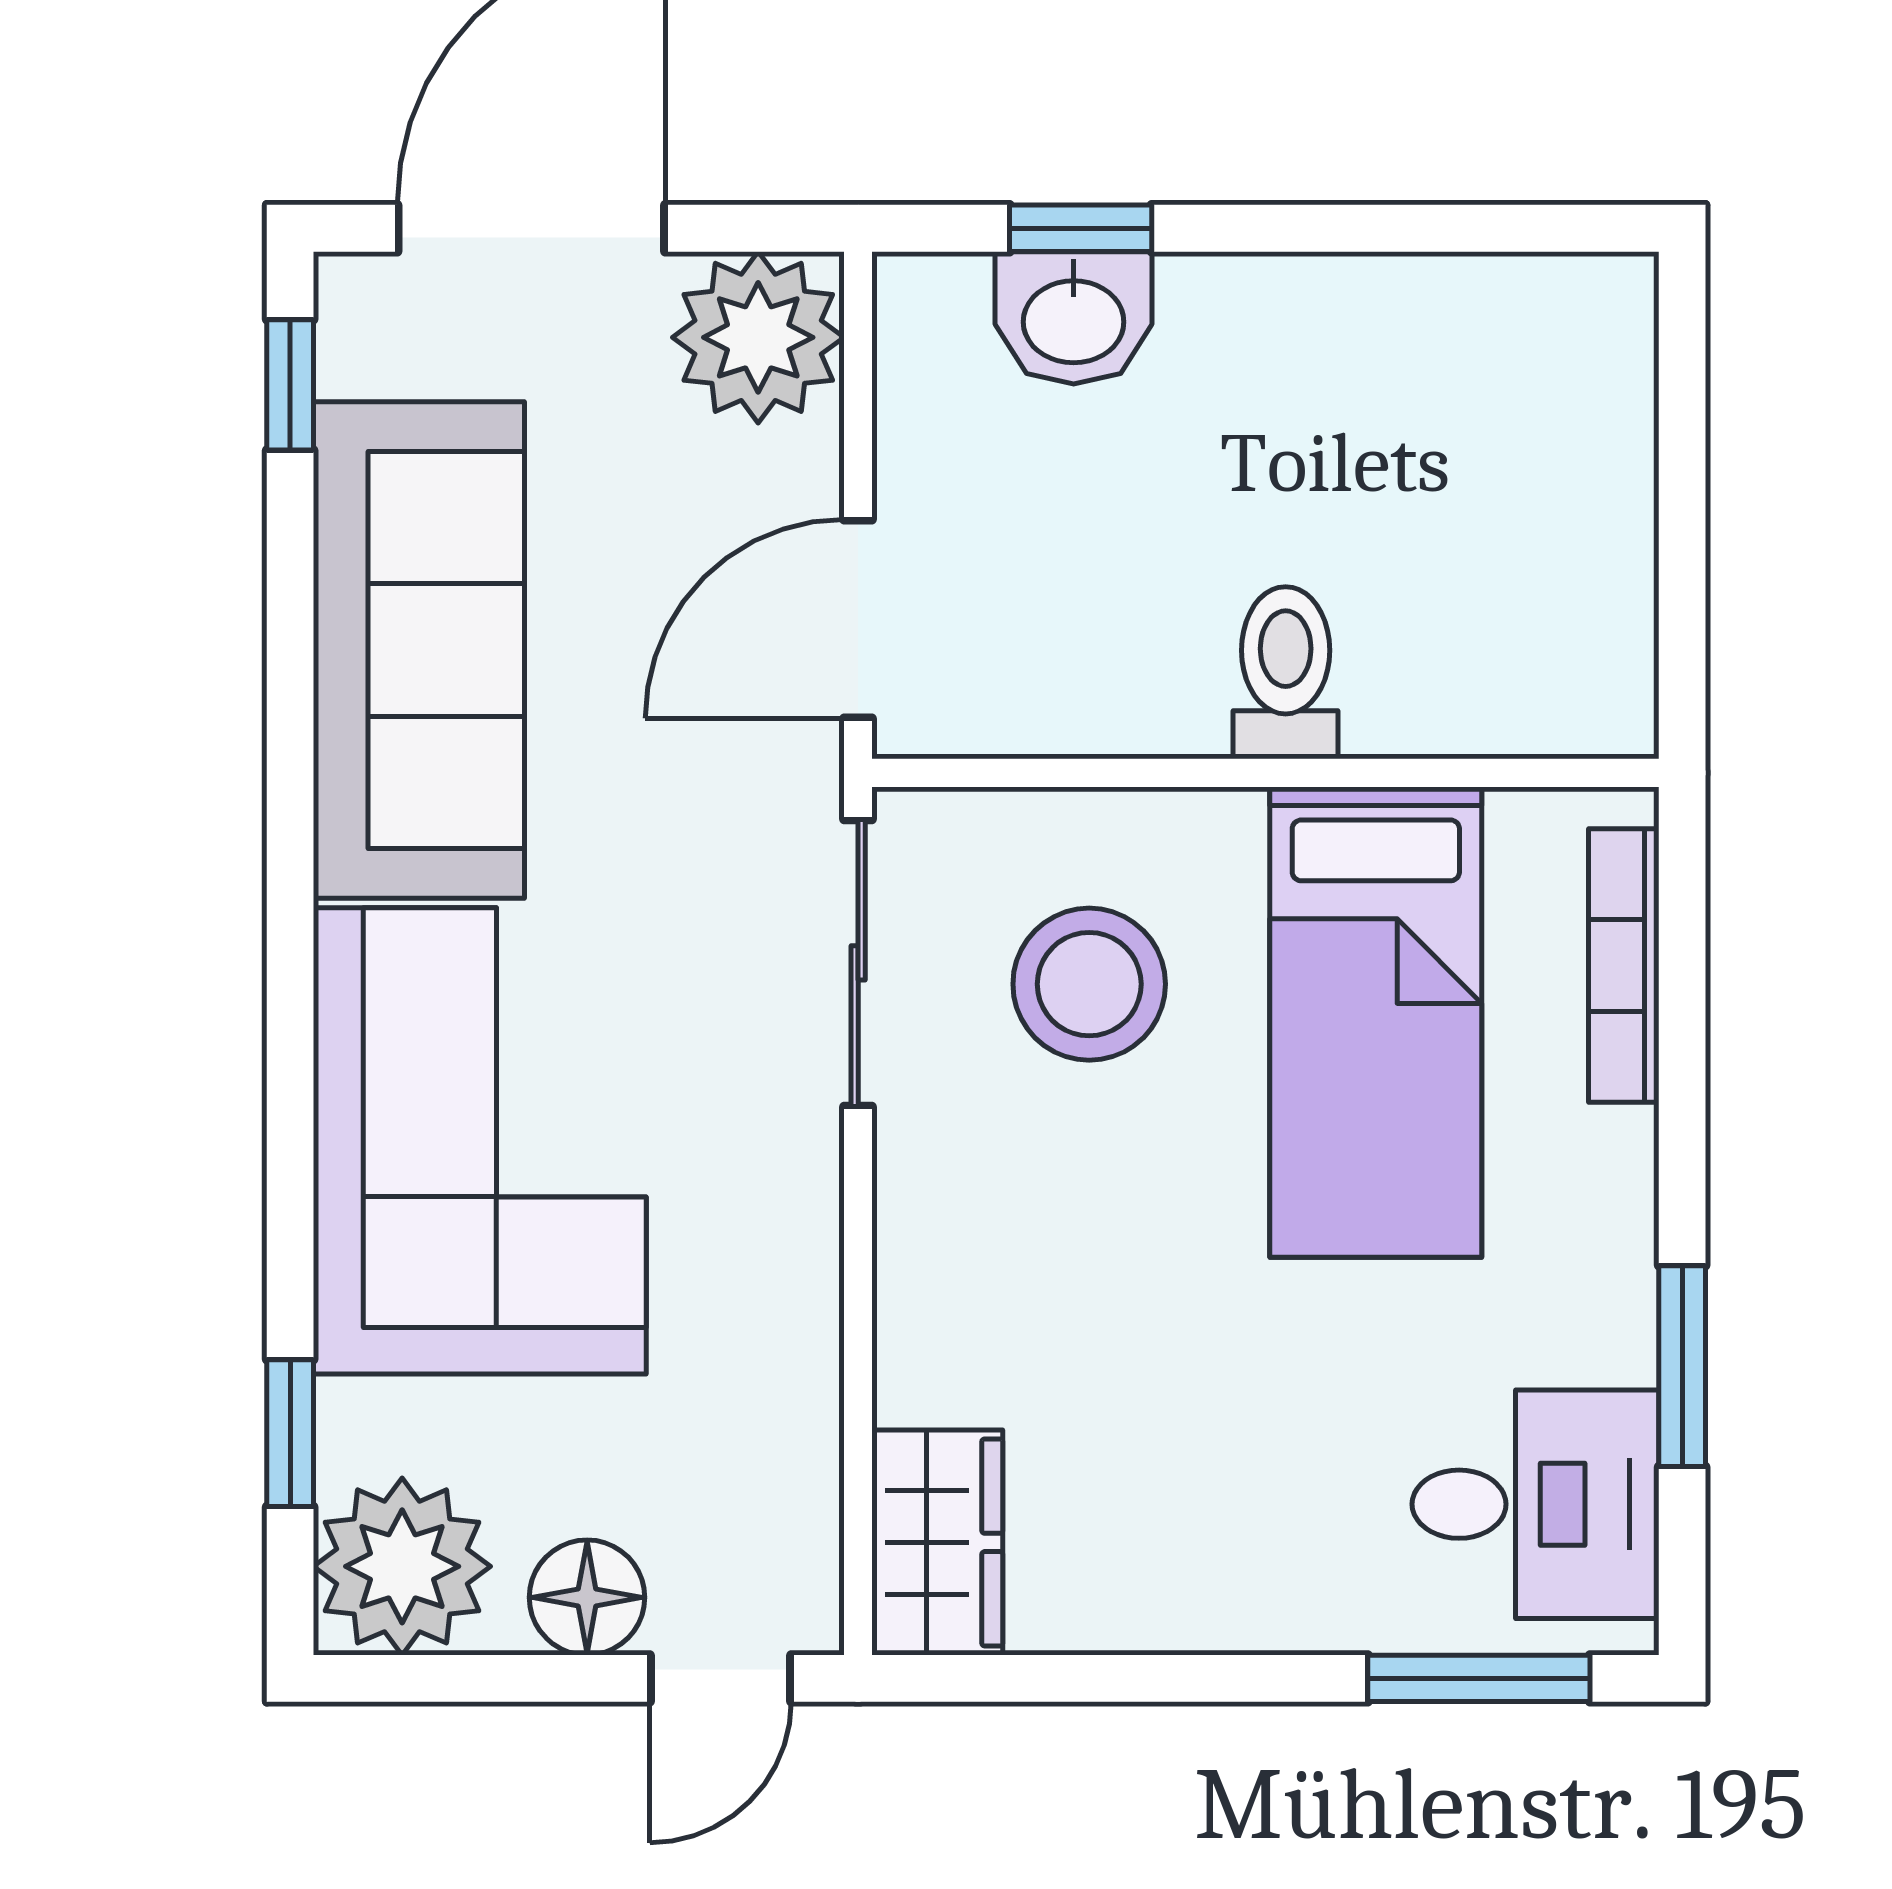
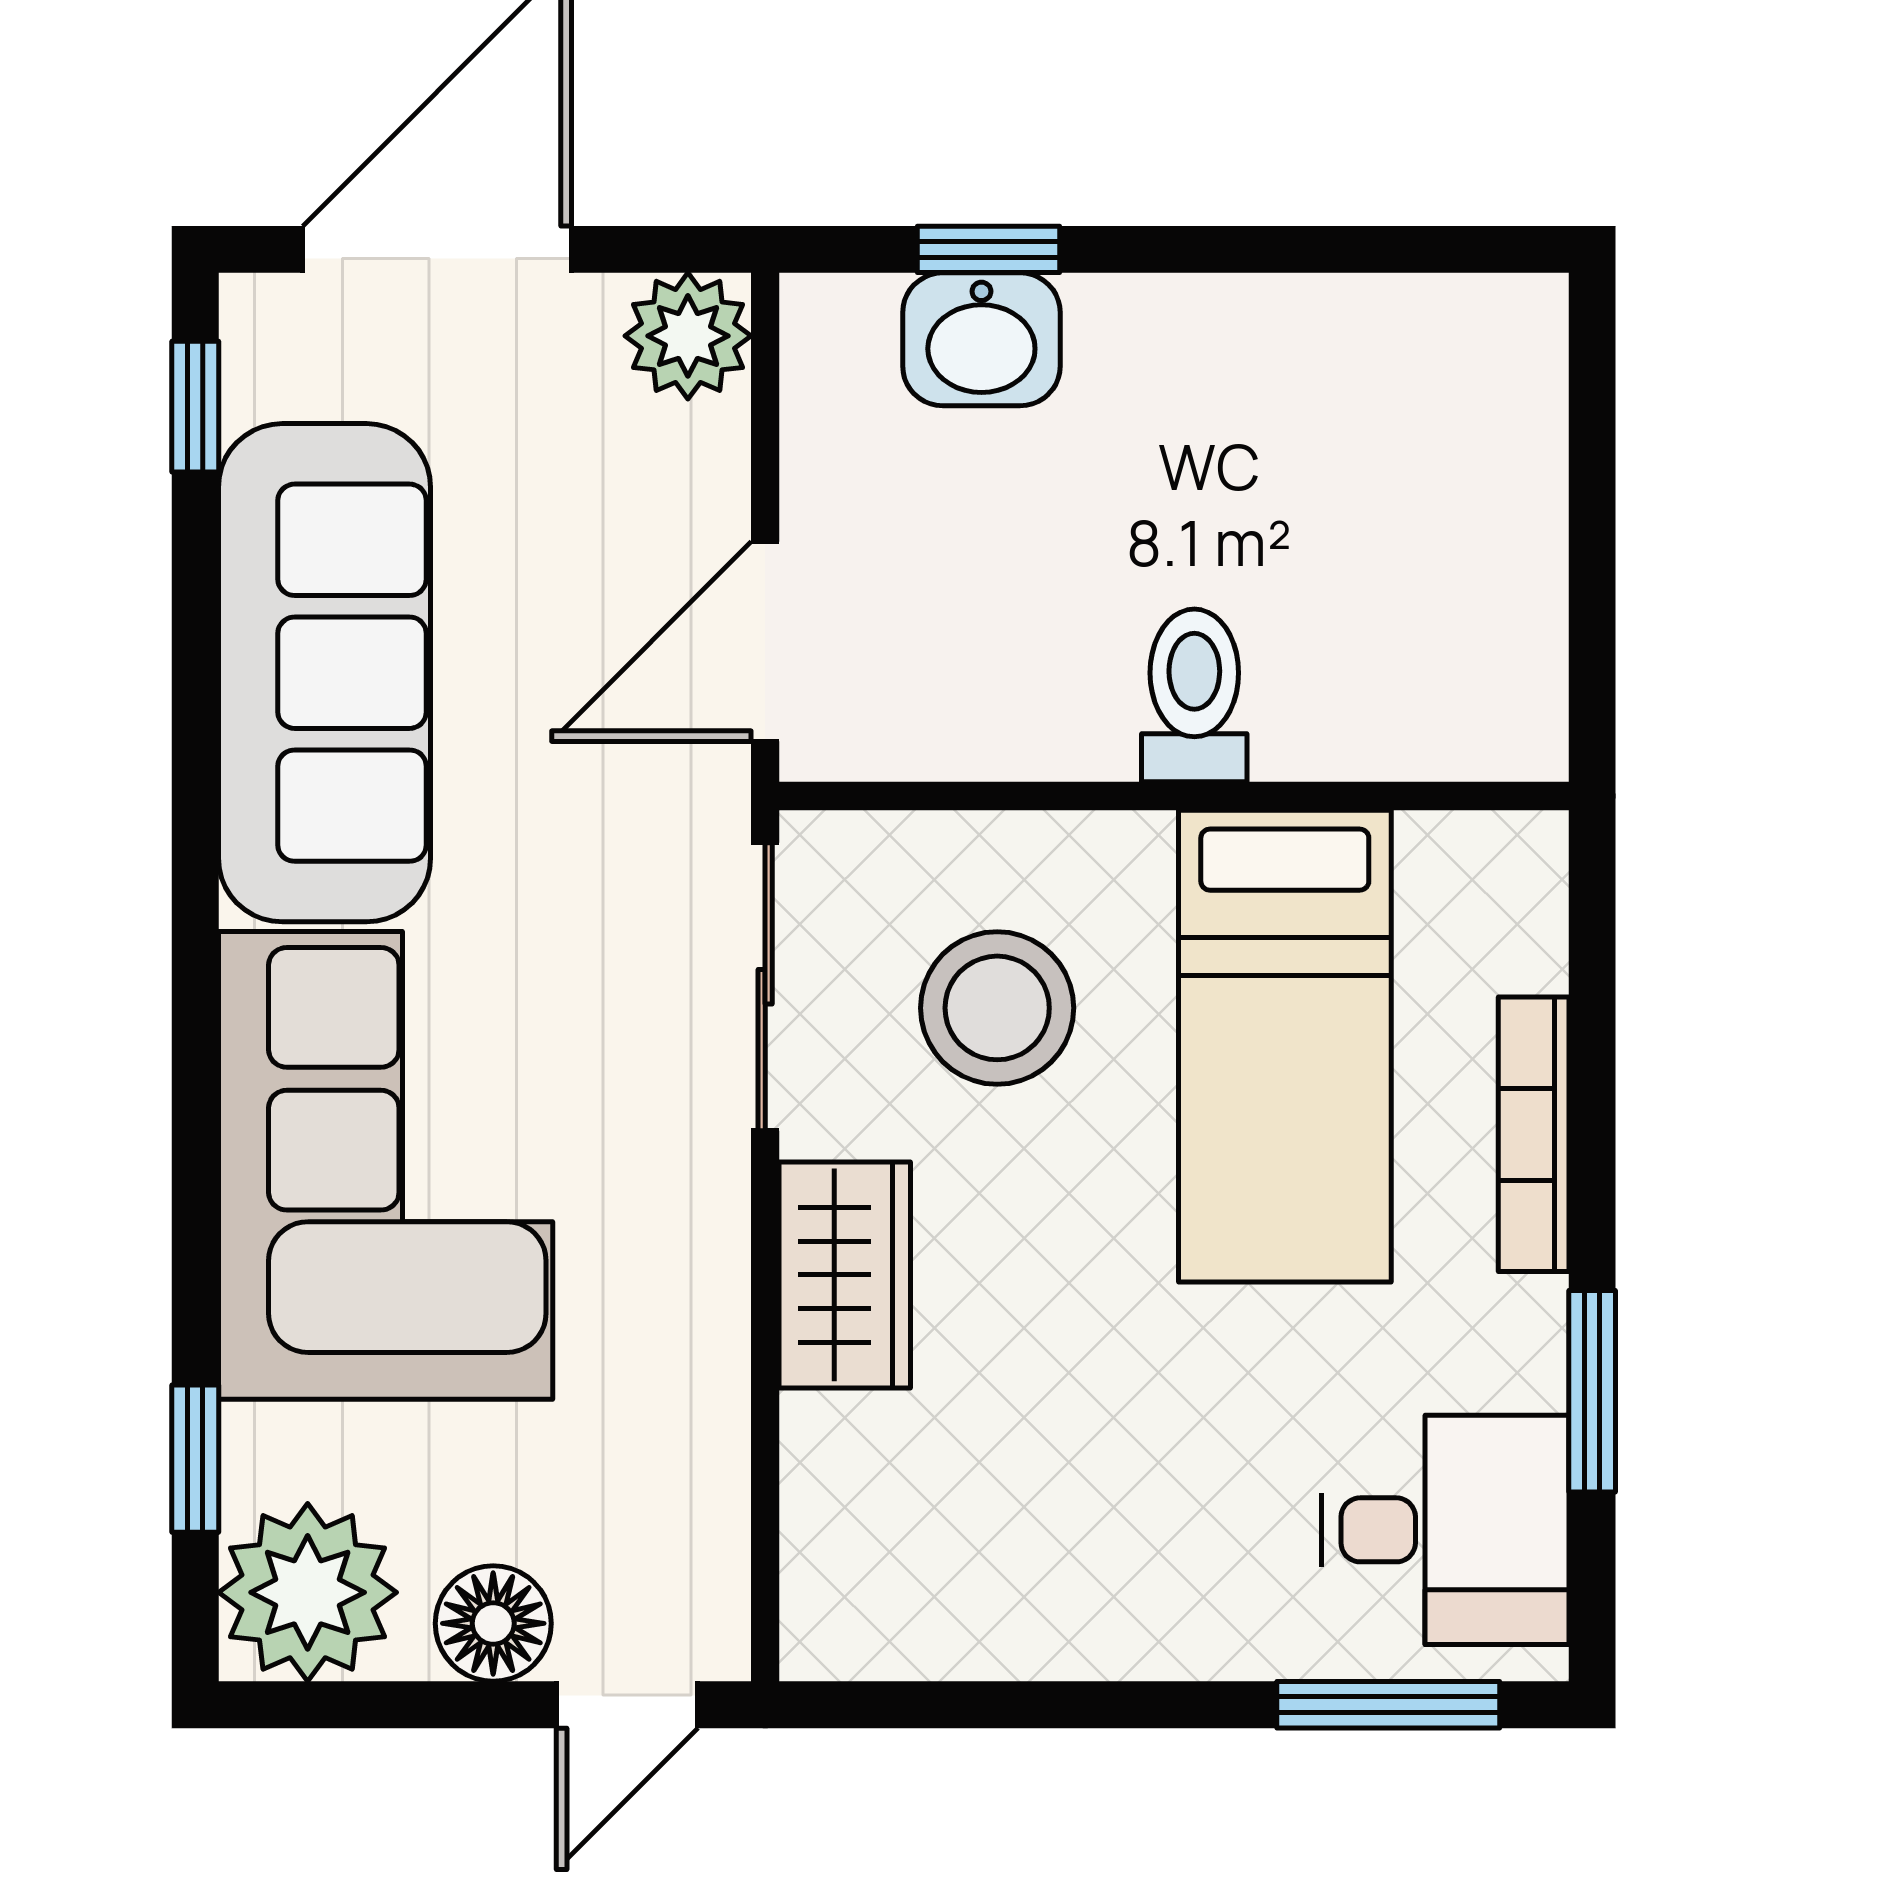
plant: (758, 337) -> (688, 336), width x0.73, depth x0.73
bookcase: (1624, 965) -> (1534, 1134), moved
wardrobe: (937, 1542) -> (845, 1275), moved

